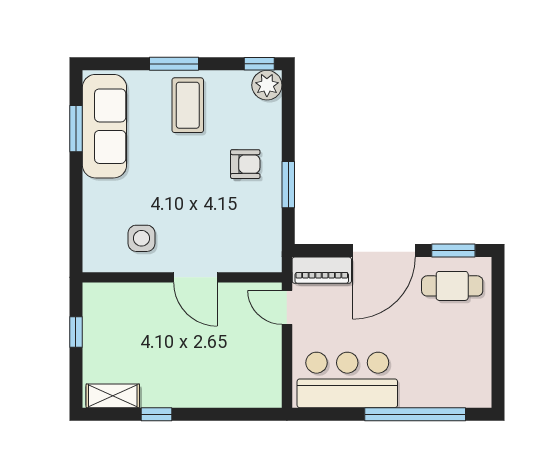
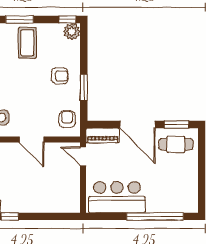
armchair: (259, 241) -> (67, 119), added
door: (384, 251) -> (137, 124), hinge flipped

